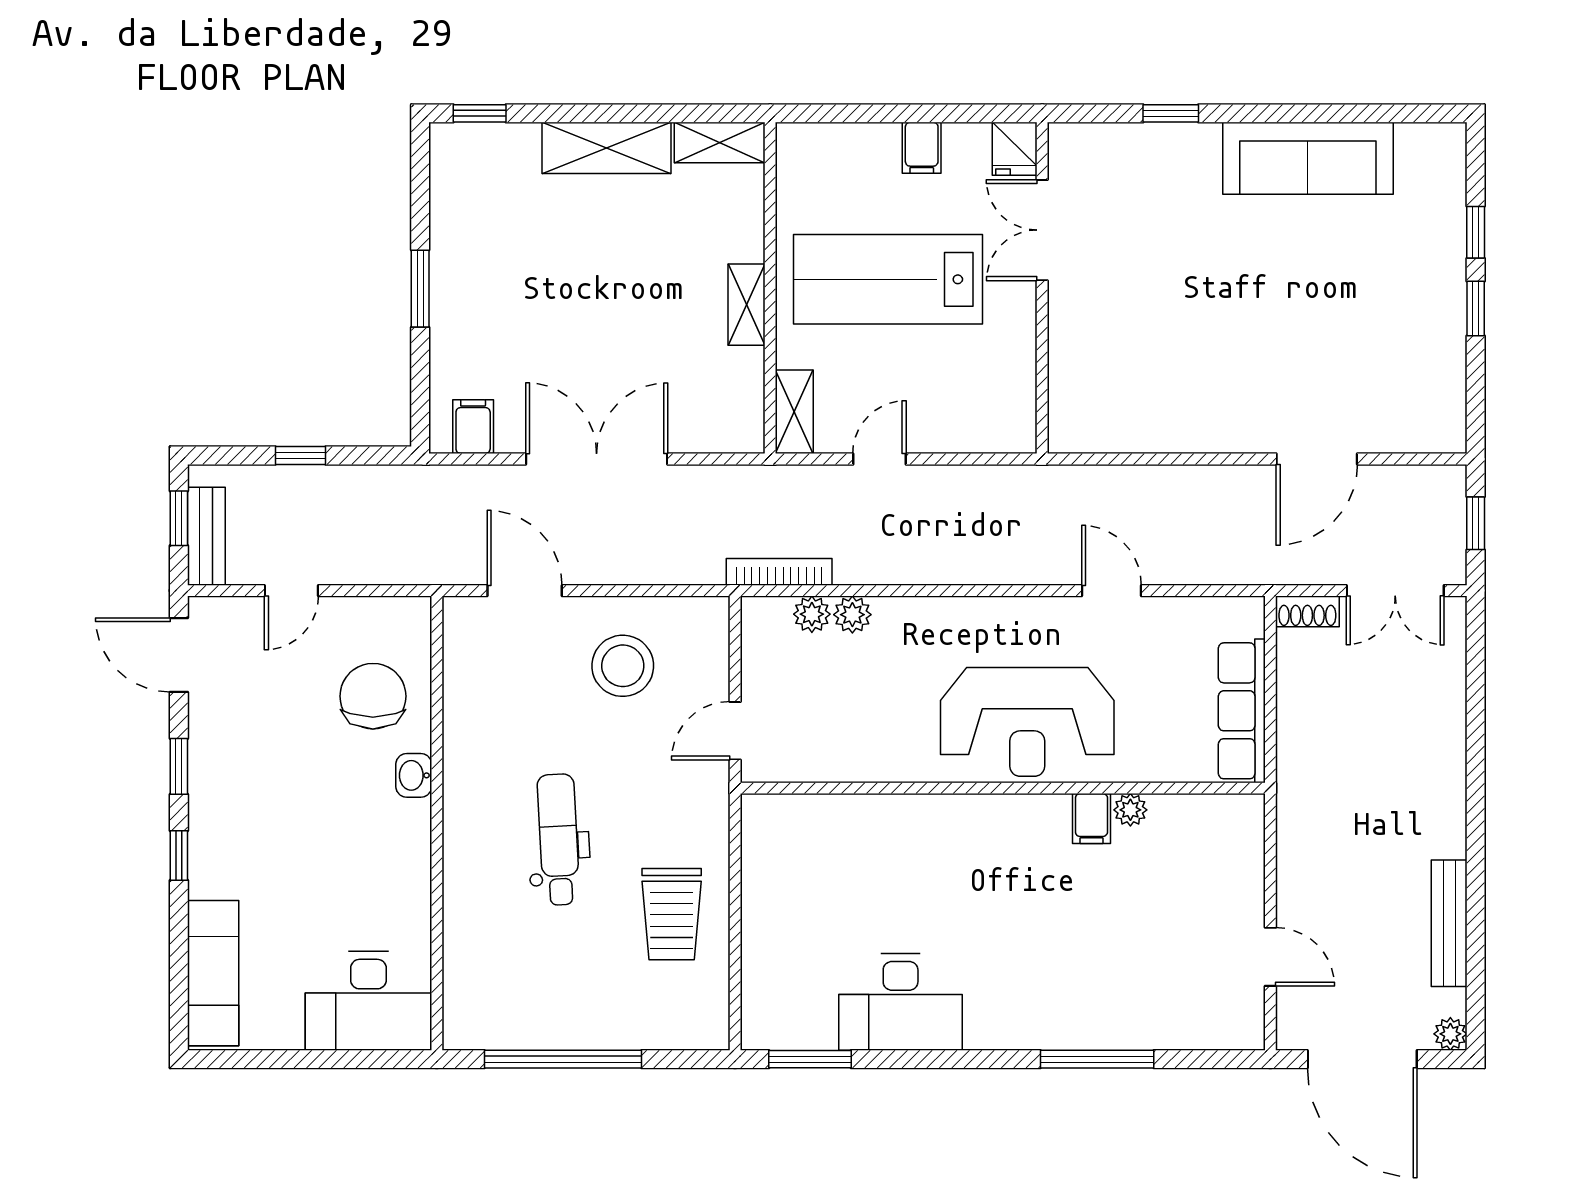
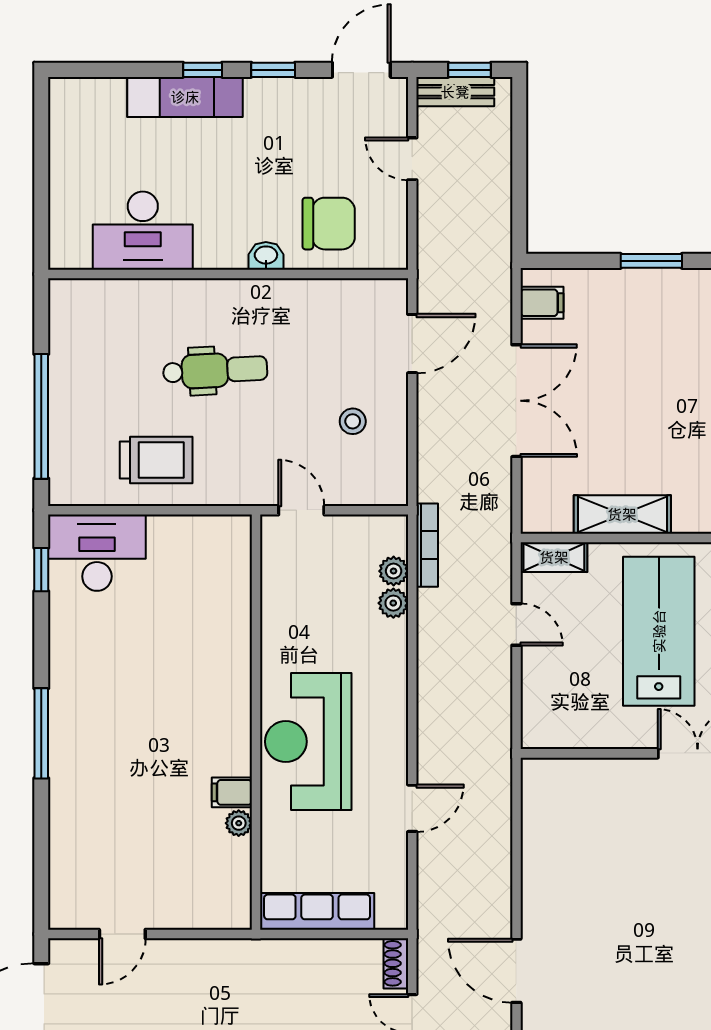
shelving: (747, 305) -> (622, 514), width x1.50, depth x1.33
window: (300, 455) -> (519, 166), removed
stool: (623, 666) -> (353, 421), width x0.53, depth x0.53
trolley: (672, 914) -> (156, 460), turned 180
exam couch: (213, 973) -> (185, 97), moved
desk: (368, 1001) -> (143, 231), moved, turned -90
desk: (901, 1002) -> (97, 553), moved, turned 90
window: (563, 1059) -> (41, 416), moved
window: (810, 1059) -> (41, 570), width x0.67
window: (1097, 1059) -> (41, 733), moved

